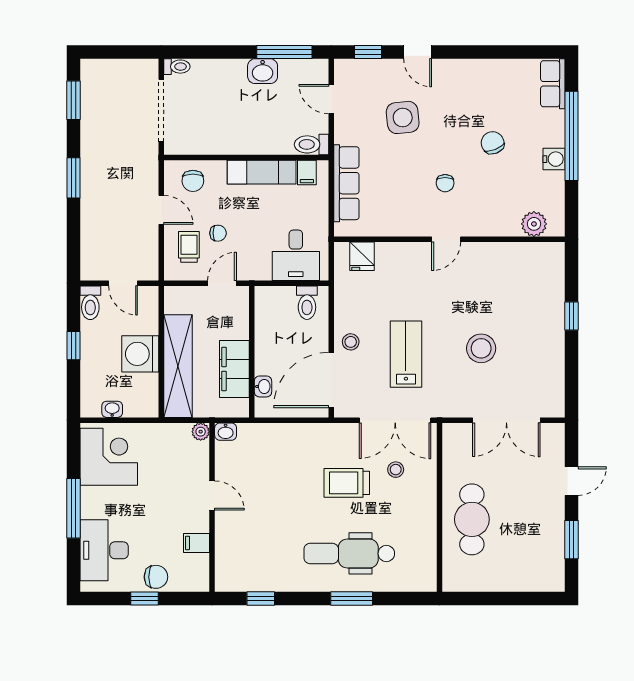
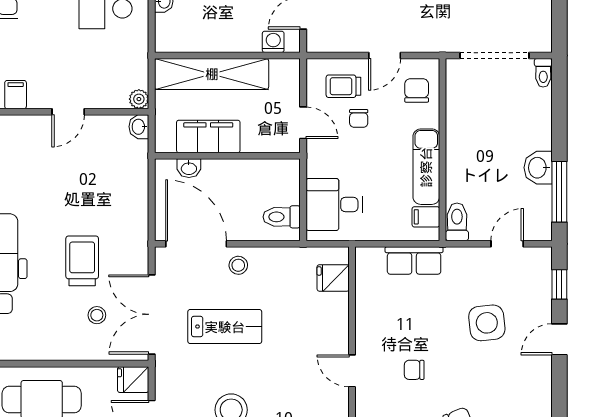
chair: (193, 181) -> (417, 90), turned 90
row of seats: (346, 183) -> (414, 261), width x0.68
trolley: (189, 247) -> (343, 86), turned 180
washing machine: (140, 354) -> (273, 42), moved, width x0.53, depth x0.53
fridge: (454, 437) -> (133, 380), added

